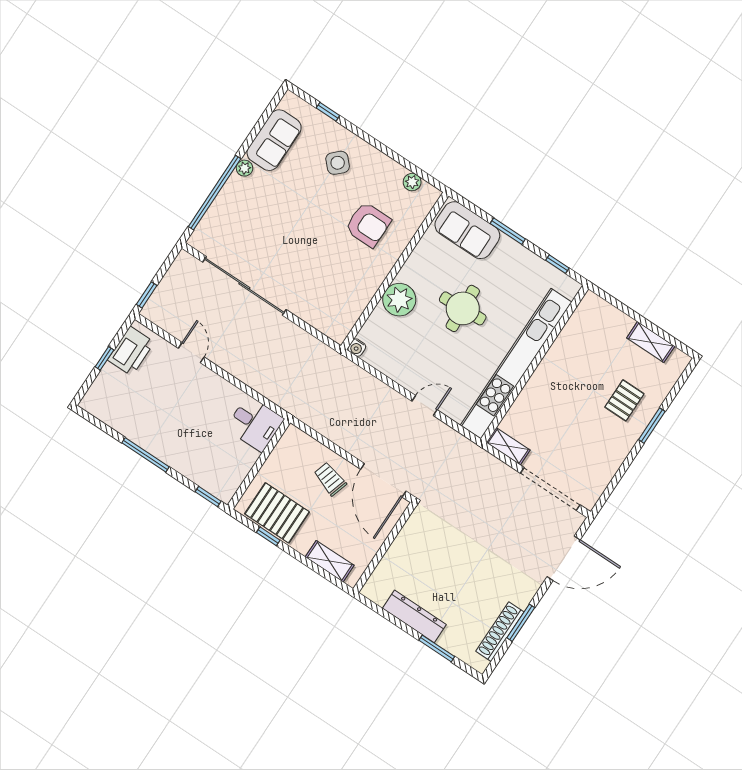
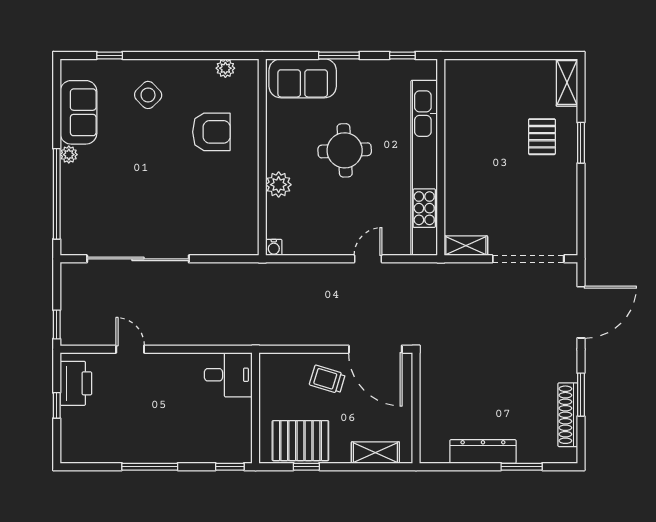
plant: (399, 300) -> (279, 185), width x0.73, depth x0.73
shelving: (651, 342) -> (567, 83), moved, turned 90

